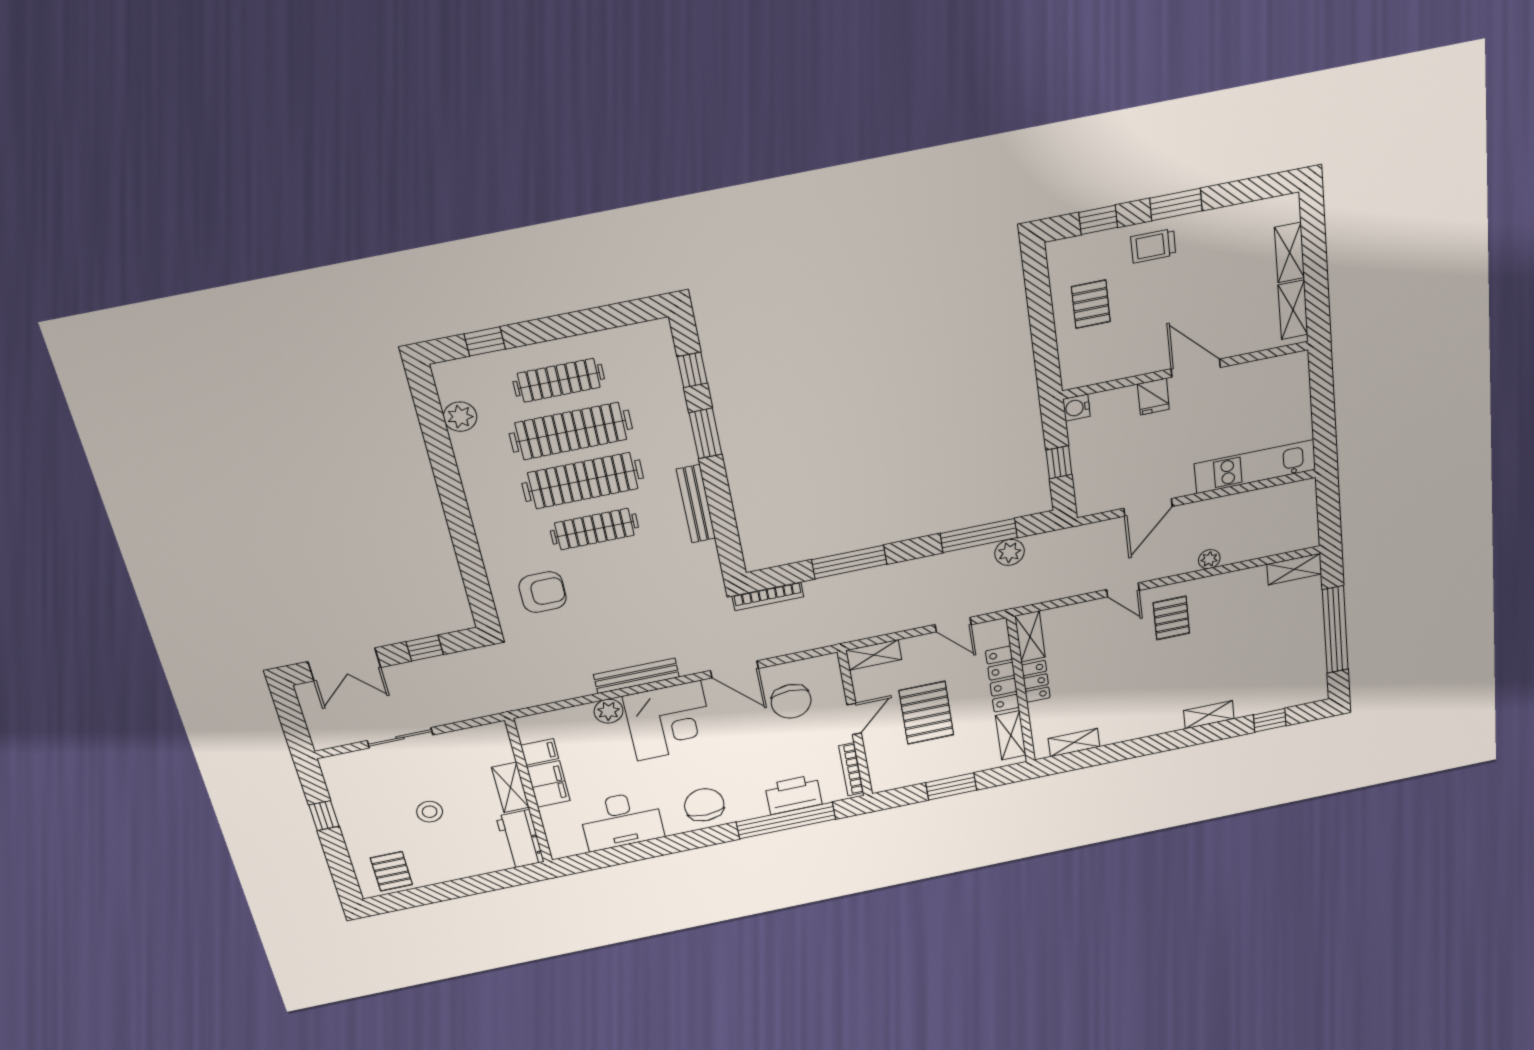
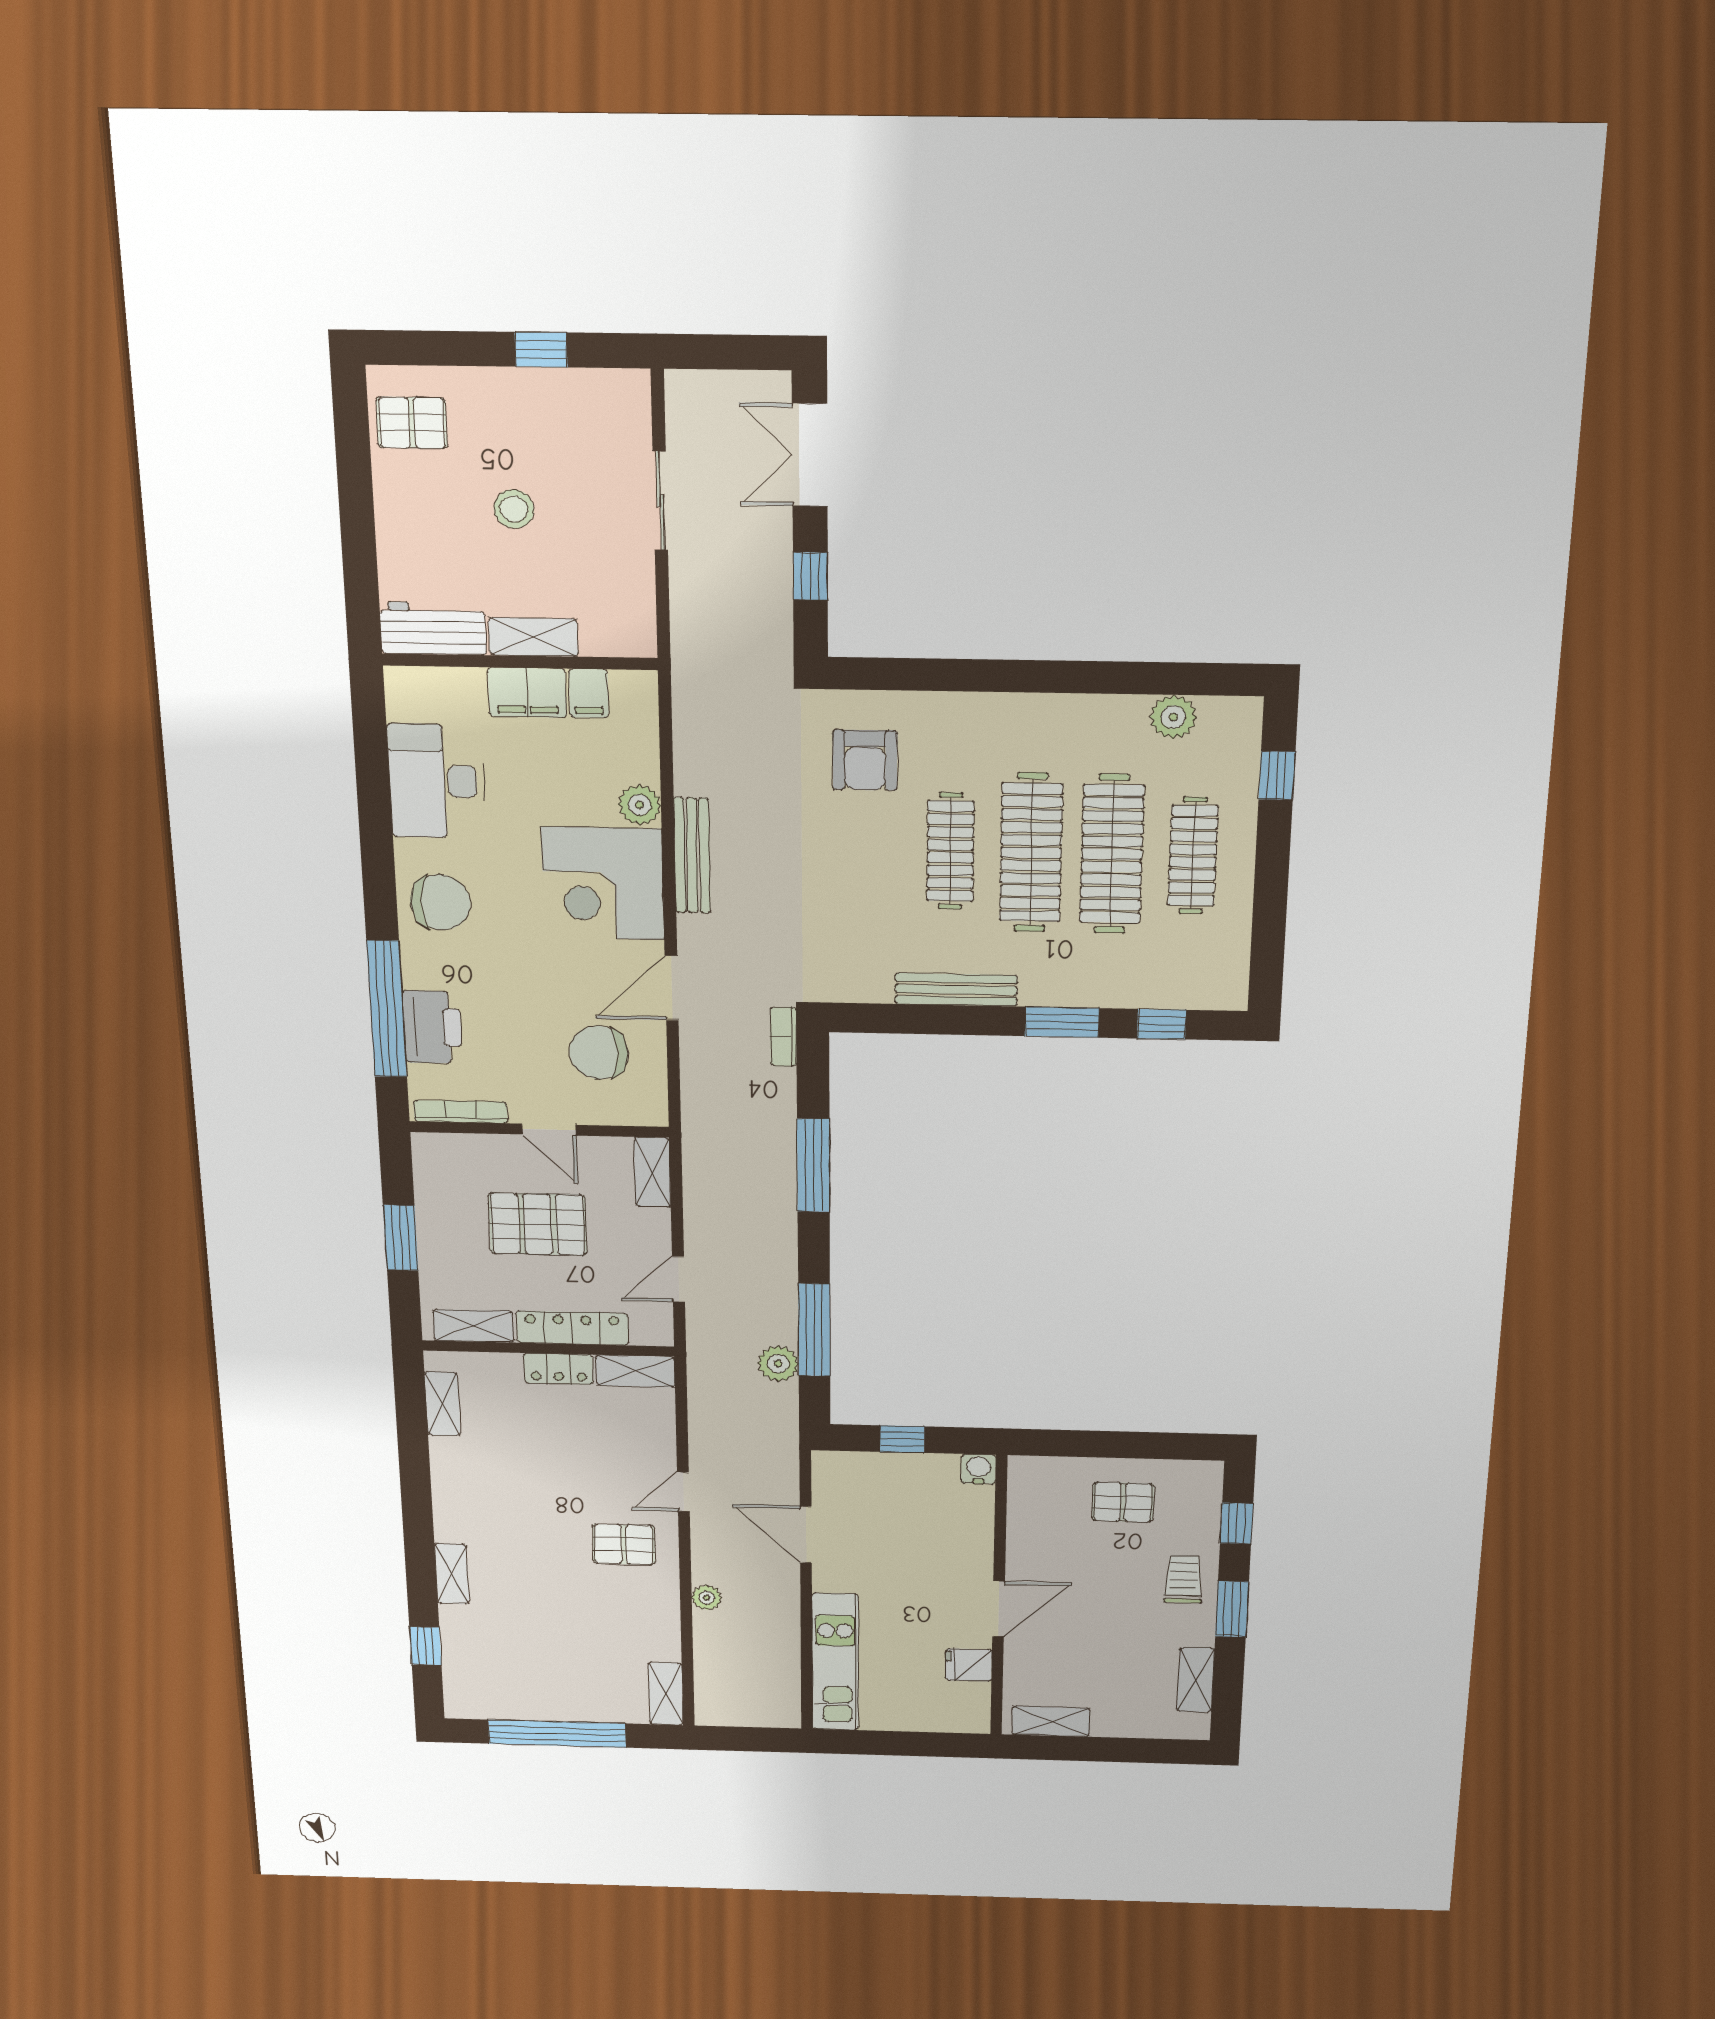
shelving: (1289, 253) -> (1196, 1680), moved, turned 90
fridge: (1153, 397) -> (969, 1665), moved
bookcase: (768, 596) -> (783, 1037), width x0.64

